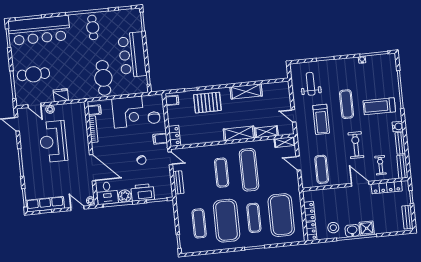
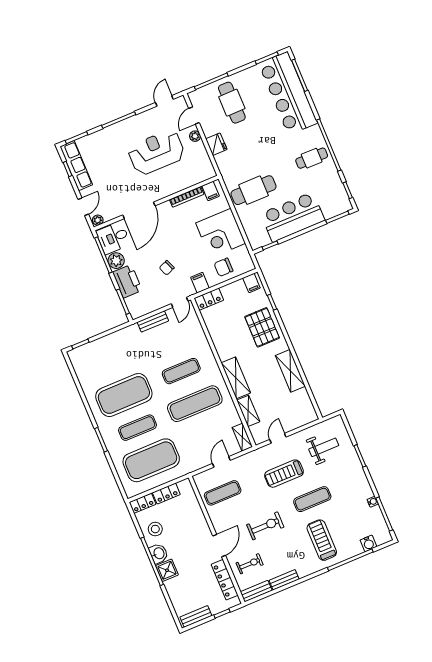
water cooler: (398, 126) -> (368, 543), moved
exercise mat: (199, 223) -> (110, 362), removed

